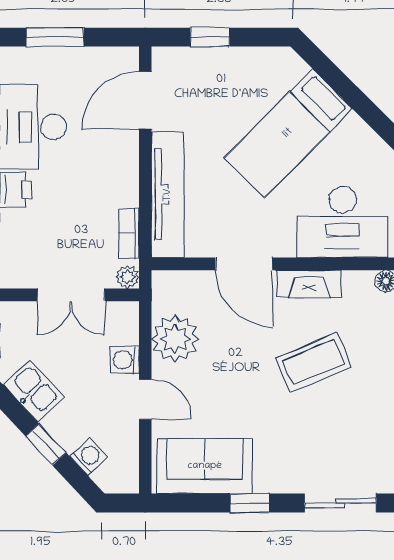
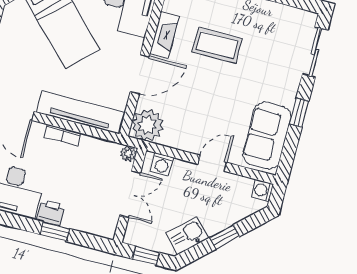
bookcase: (129, 234) -> (62, 135), moved
plant: (175, 339) -> (147, 125), moved
washing machine: (125, 360) -> (162, 164), moved
coffee table: (314, 362) -> (217, 45), turned -67
washing machine: (89, 457) -> (262, 190), moved, turned -47

